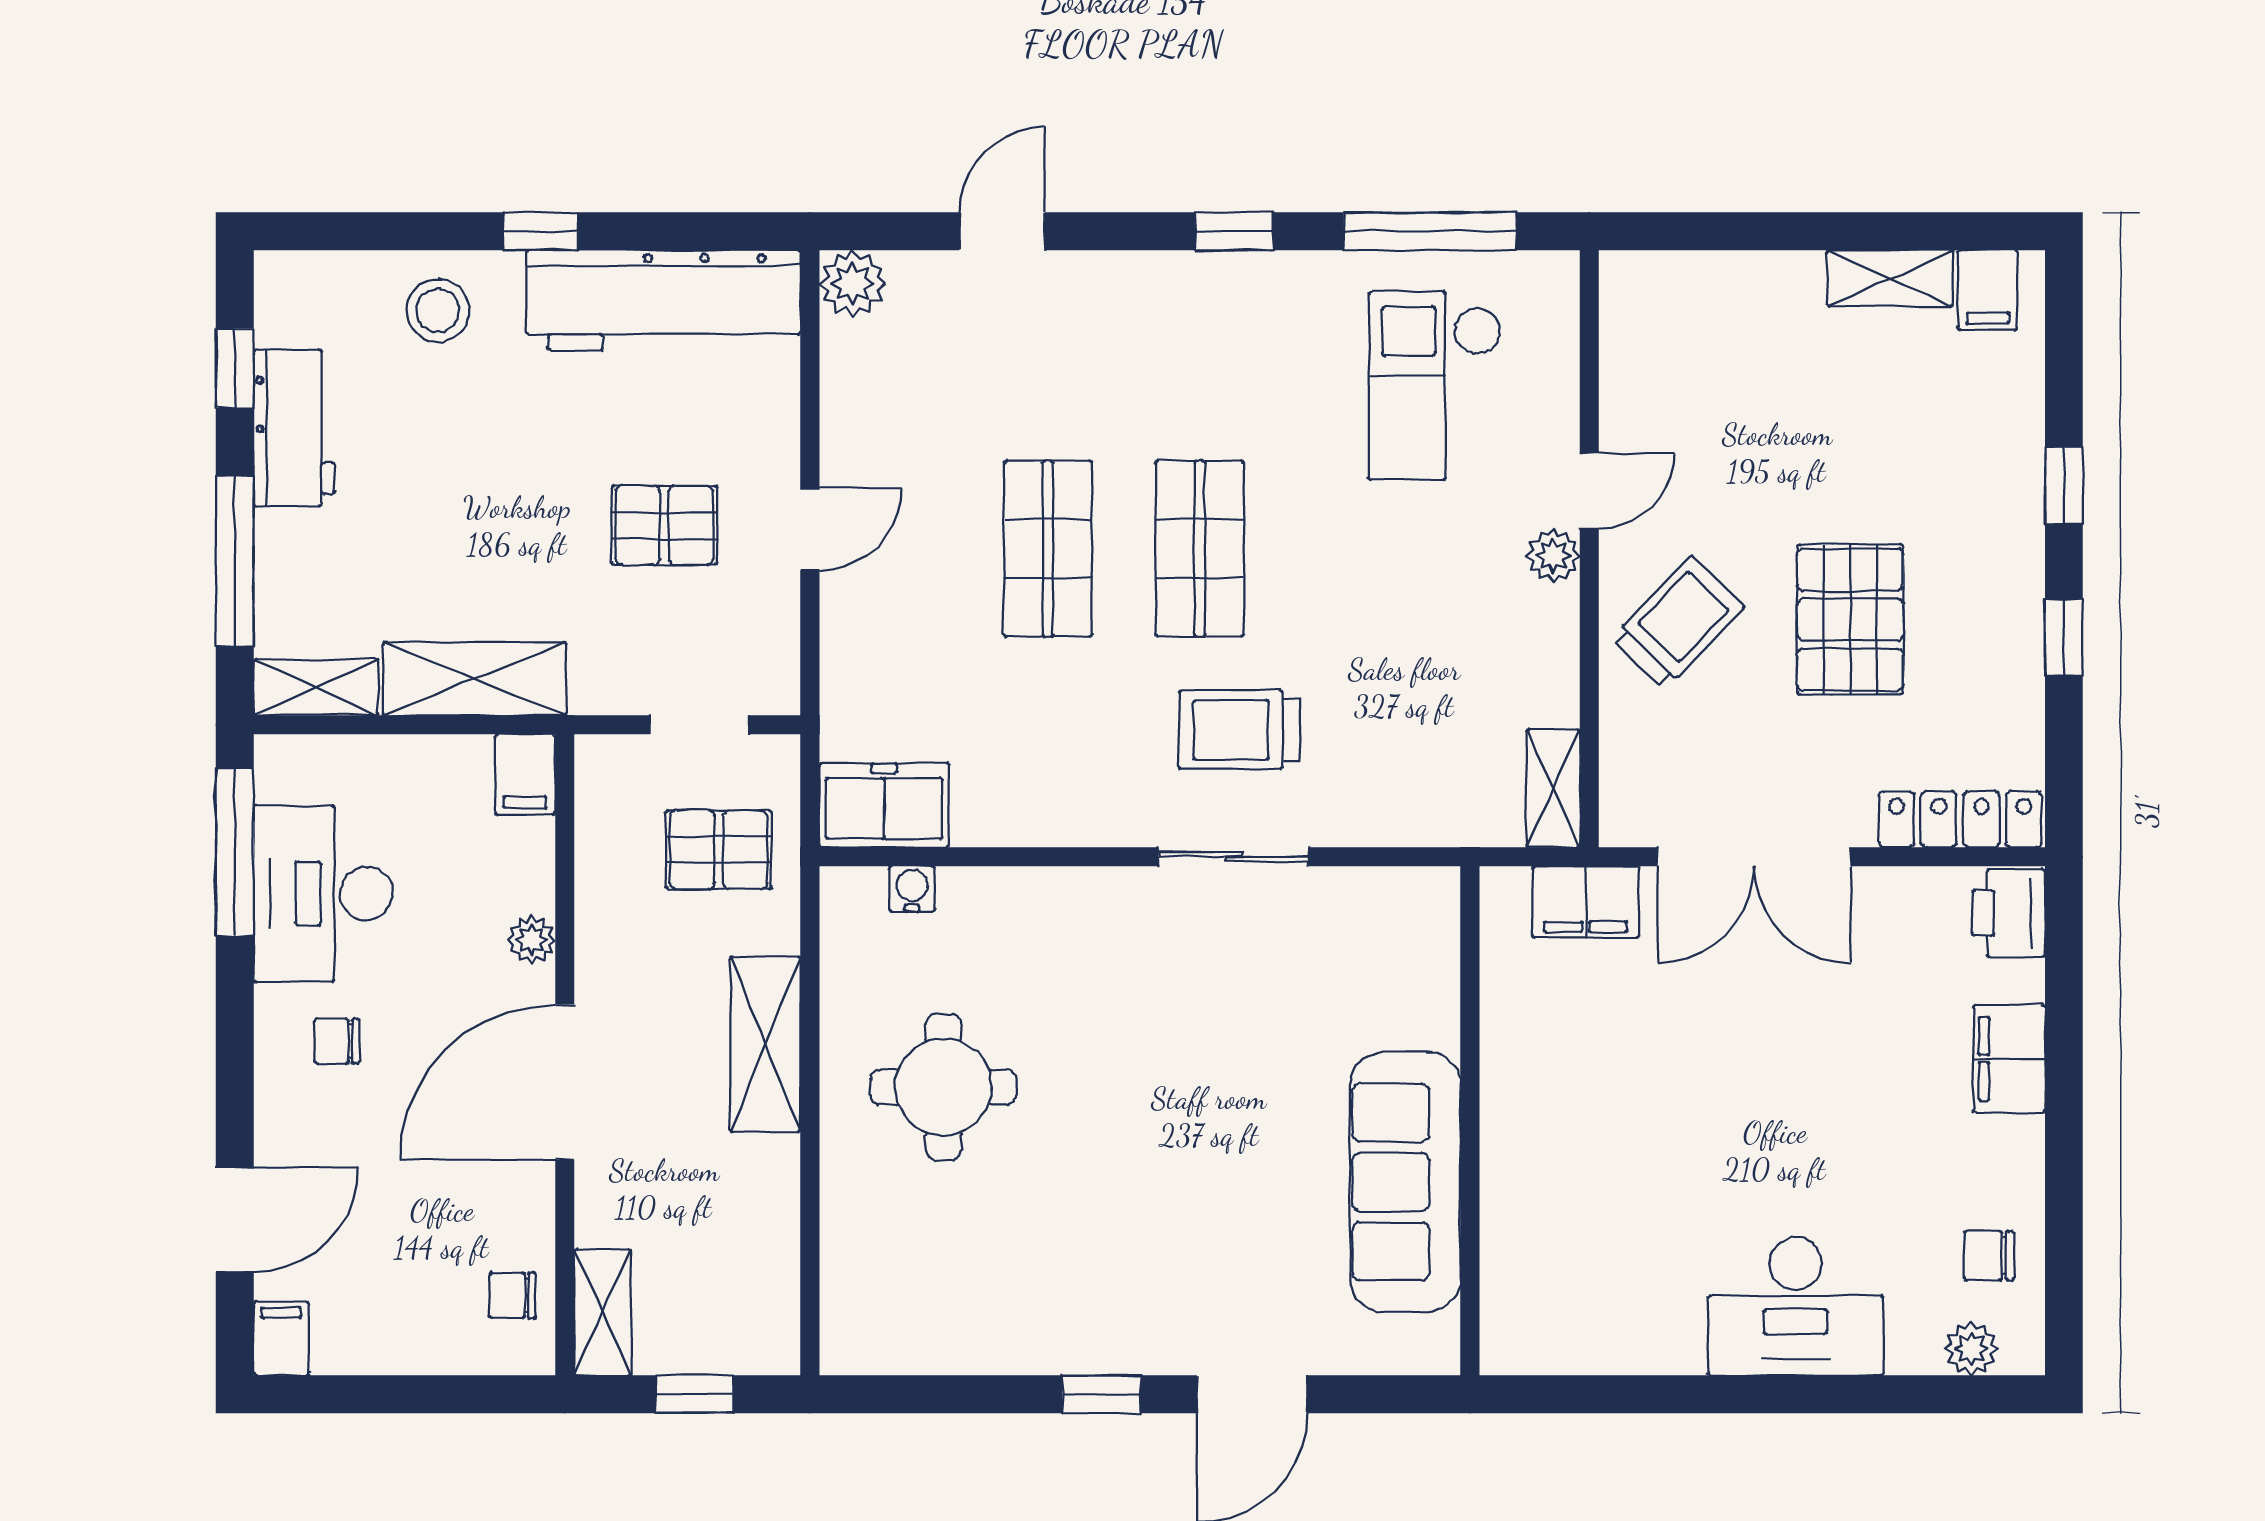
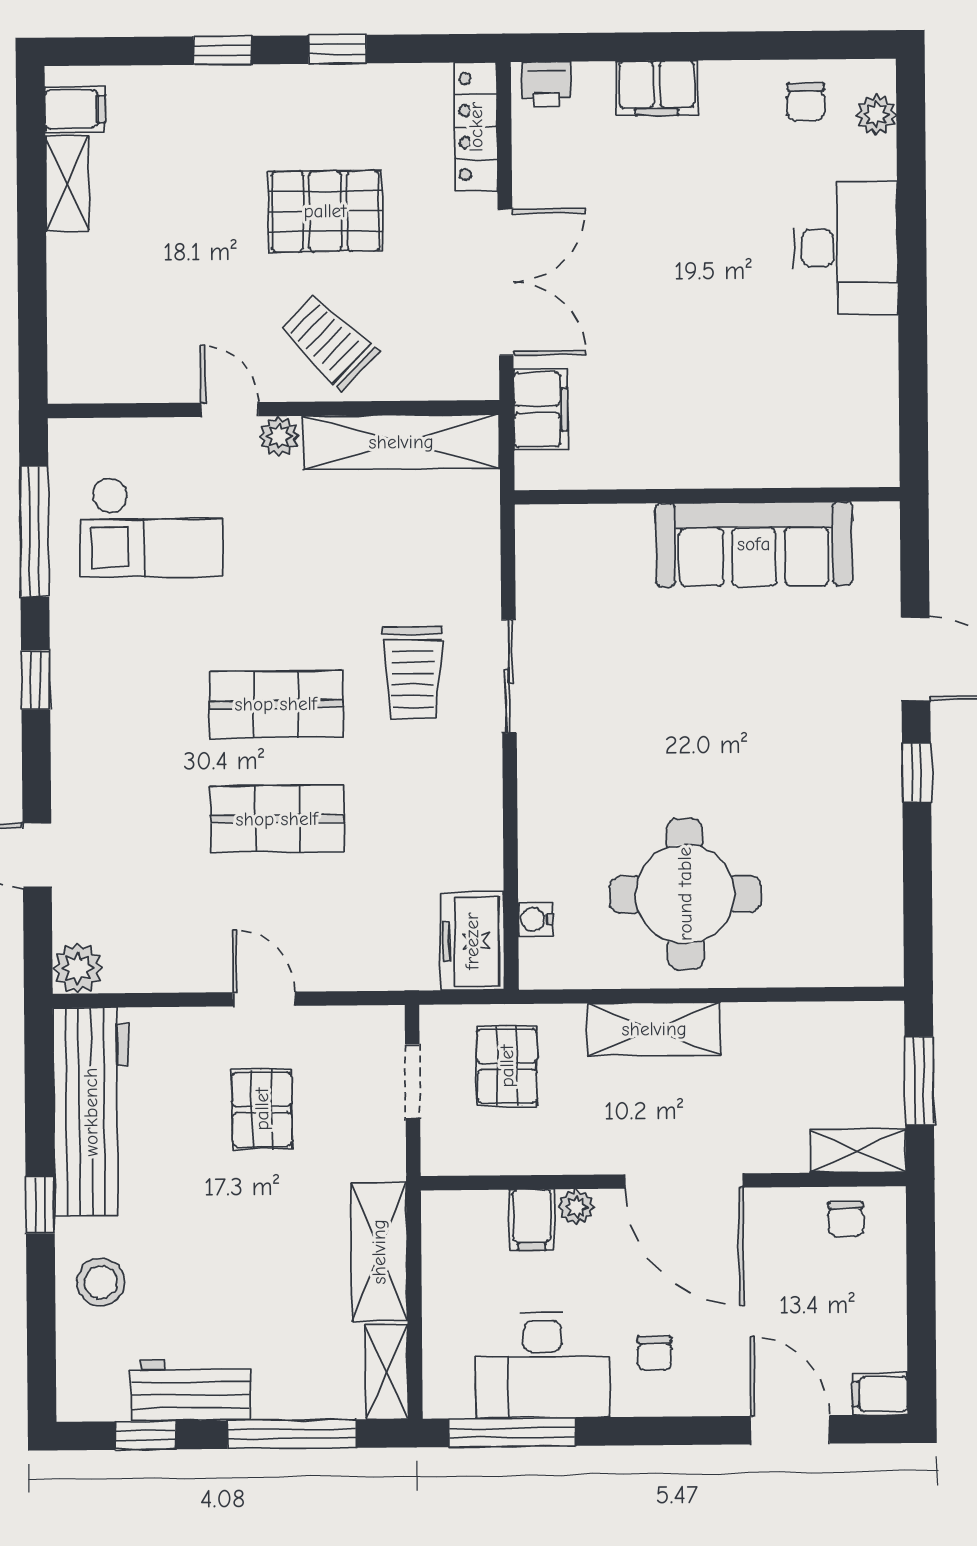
filing cabinet: (525, 774) -> (532, 1220), moved, turned 90
shelving: (1553, 788) -> (401, 442), width x2.20, depth x1.33
printer: (2009, 913) -> (546, 84), width x0.73, depth x0.81
round table: (943, 1087) -> (685, 894), width x1.36, depth x1.36
window: (694, 1394) -> (919, 1081), width x1.50

